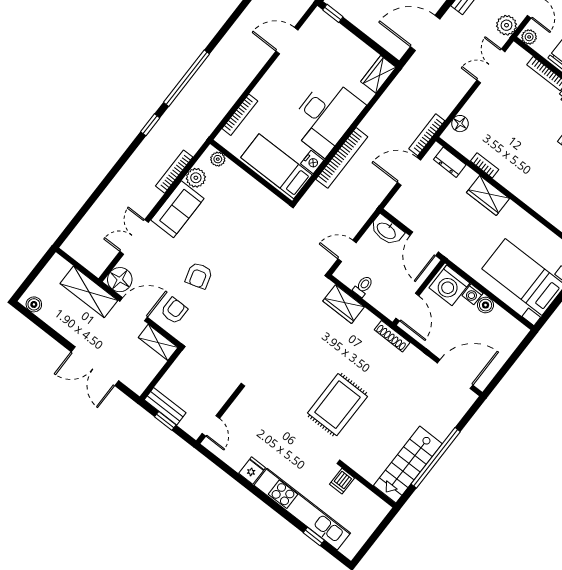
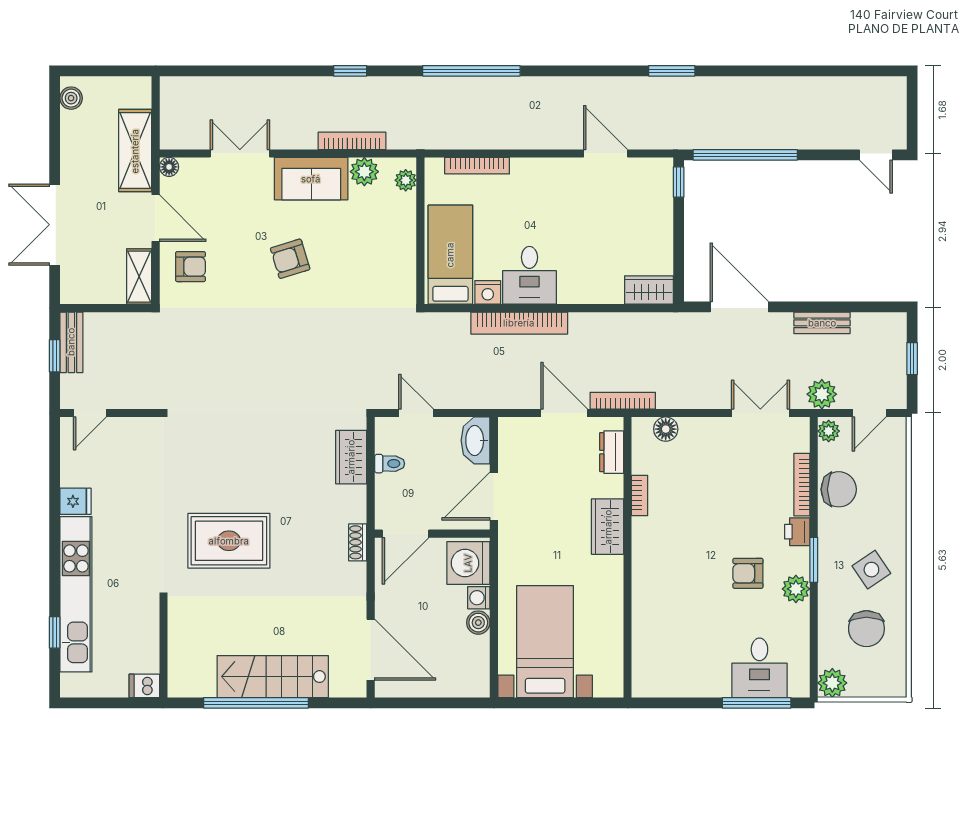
desk: (326, 116) -> (529, 275), width x0.53, depth x0.77
window: (150, 125) -> (350, 71), moved
armchair: (199, 276) -> (290, 259), moved
floor lamp: (120, 280) -> (169, 167), width x0.53, depth x0.53
shoe rack: (392, 336) -> (358, 542), width x0.70
stairs: (408, 465) -> (273, 677), moved
dishwasher: (342, 481) -> (144, 686), moved

